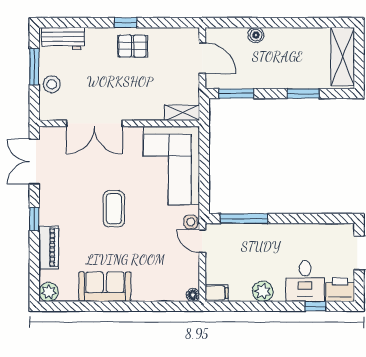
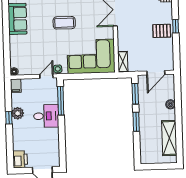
pallet: (132, 46) -> (162, 31), turned 90
shelving: (343, 57) -> (169, 138), moved, turned 90
window: (303, 94) -> (136, 122), moved
desk: (305, 281) -> (46, 116), moved, turned 180
window: (315, 306) -> (9, 118), moved

